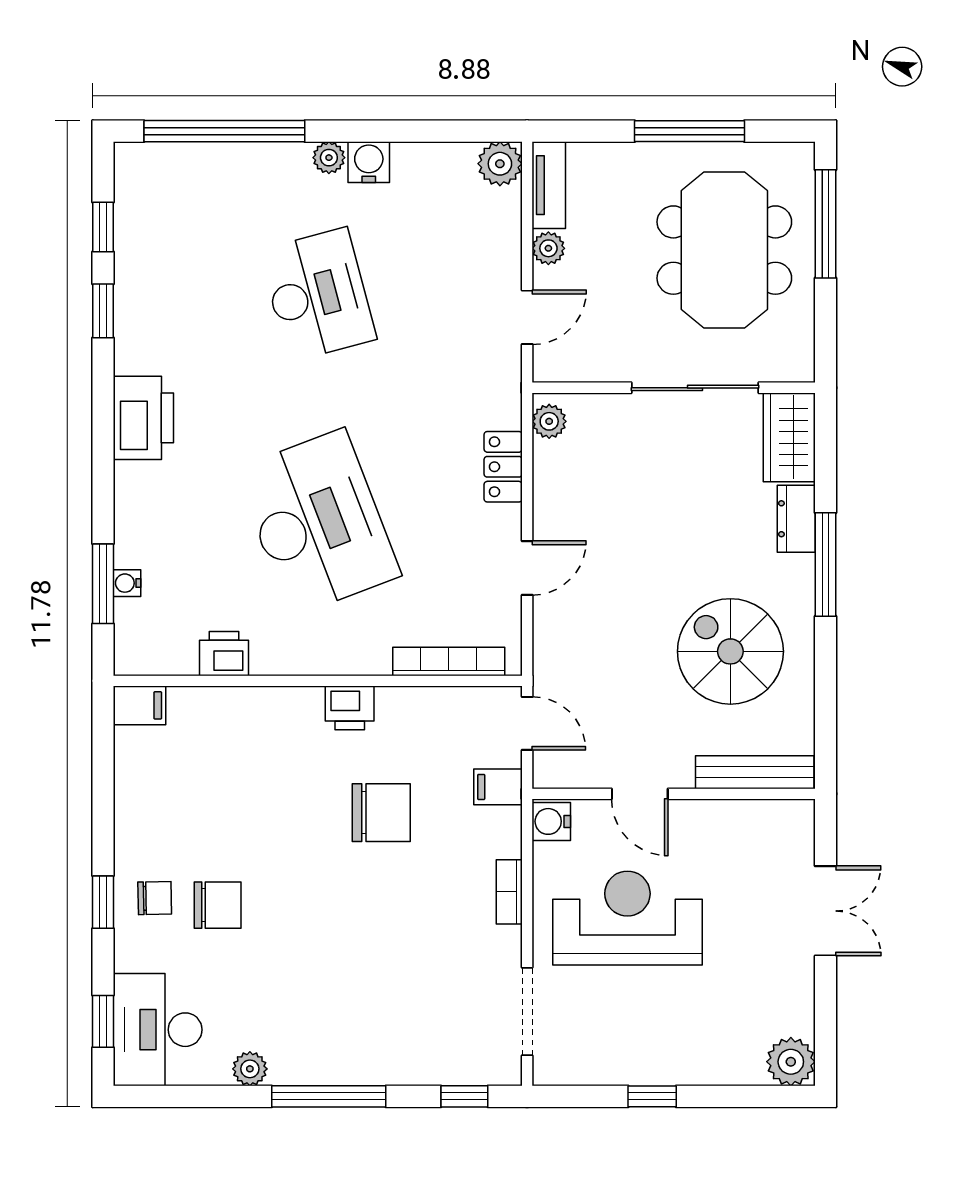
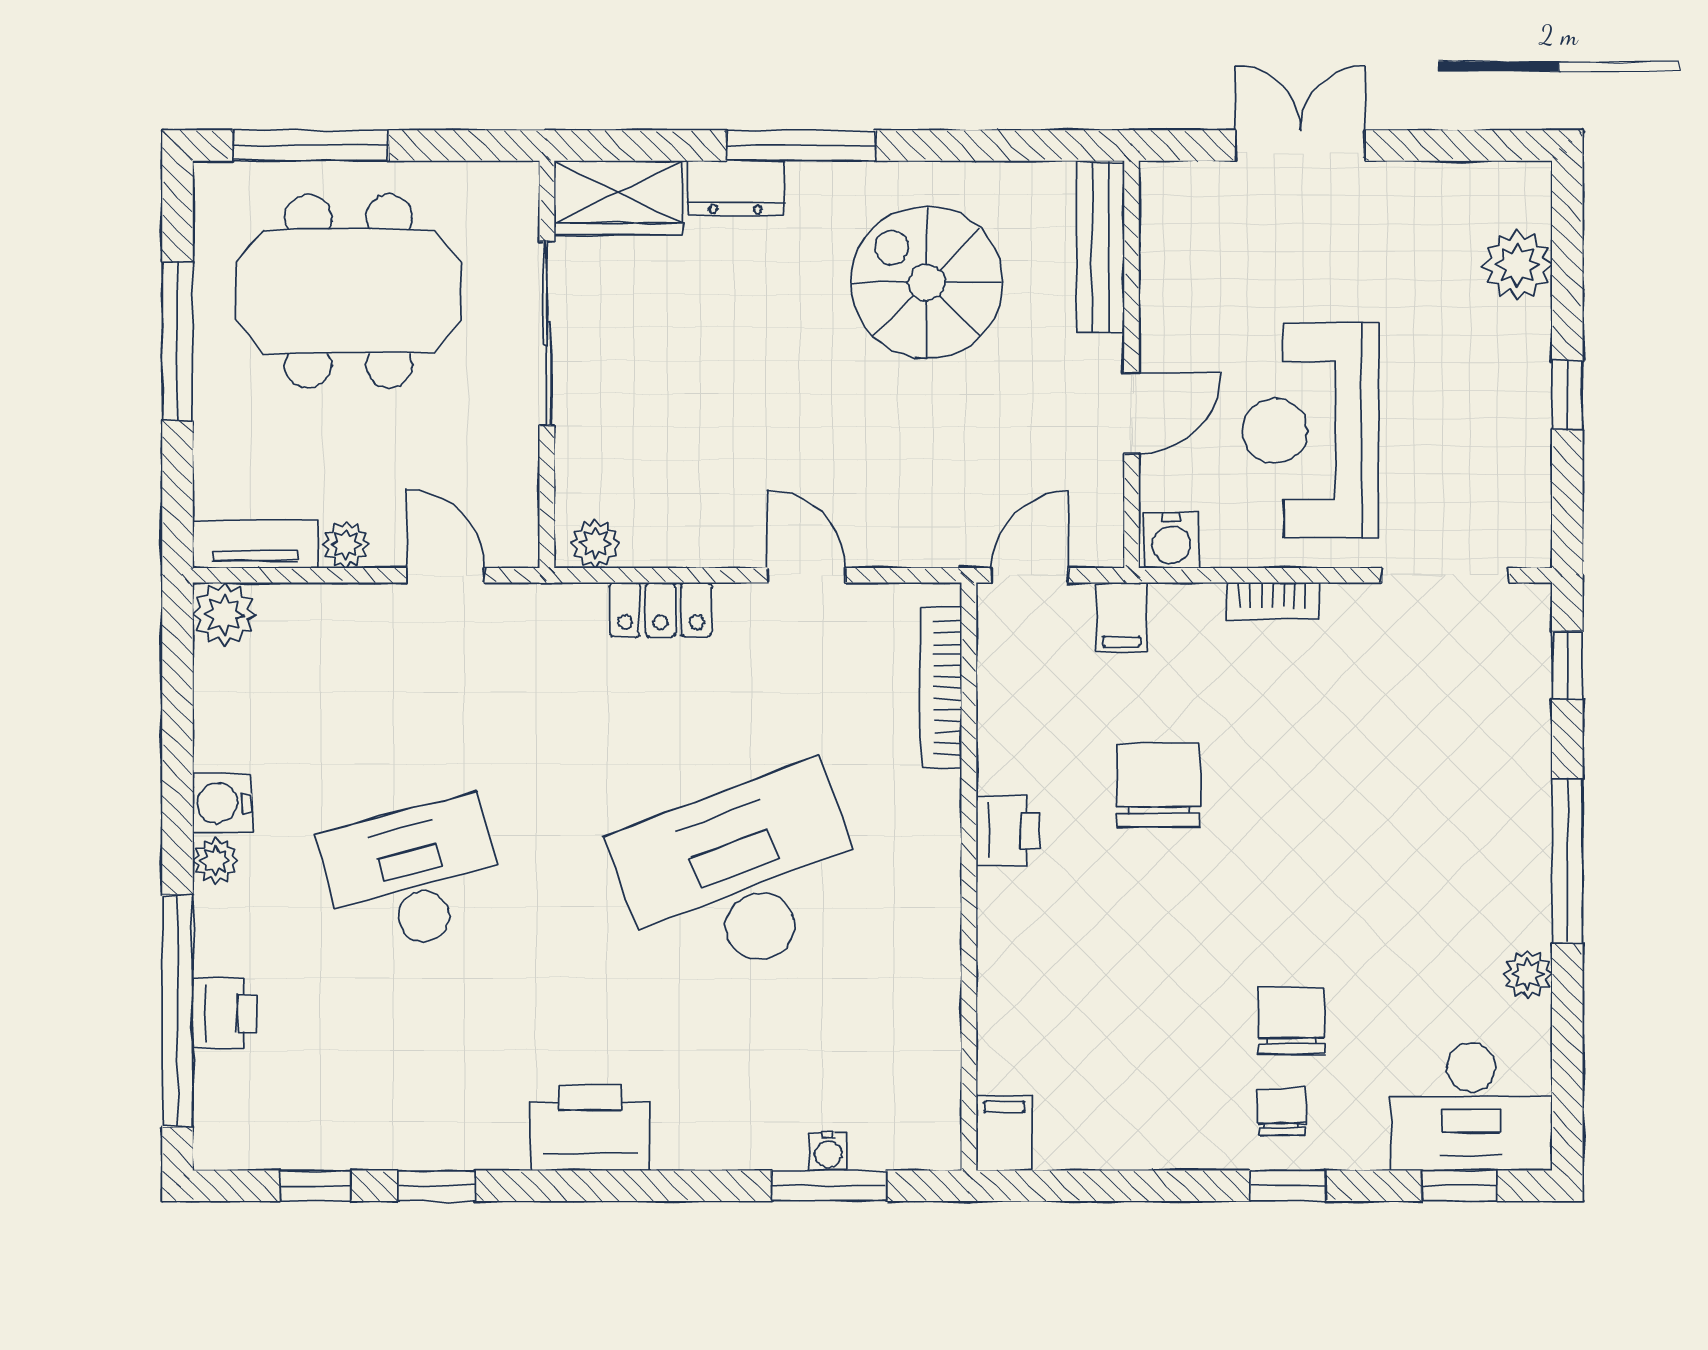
spiral stairs: (730, 651) -> (927, 282), turned 90
printer: (224, 654) -> (224, 1013), moved, turned 180
plant: (791, 1062) -> (1517, 265), moved

